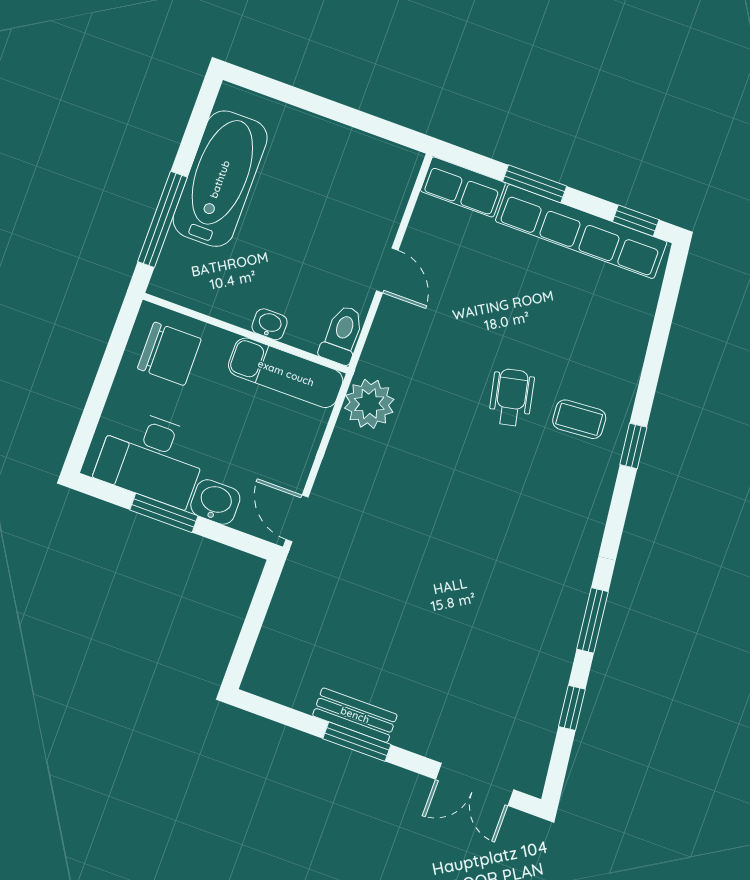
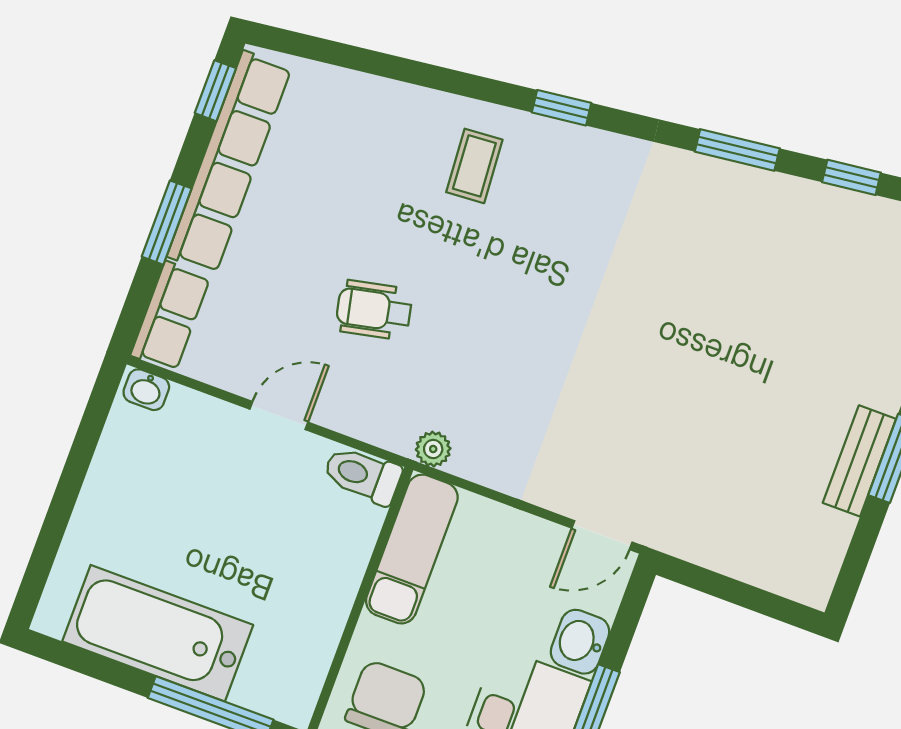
washbasin: (270, 324) -> (146, 390), moved, turned -90
wheelchair: (511, 397) -> (374, 310), moved
plant: (369, 404) -> (433, 449), width x0.53, depth x0.53
window: (633, 446) -> (562, 108), moved

